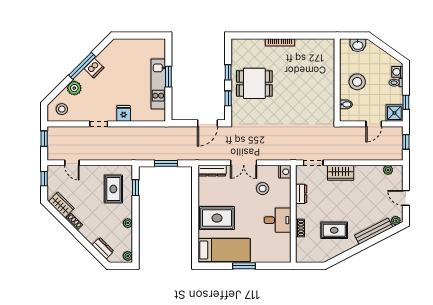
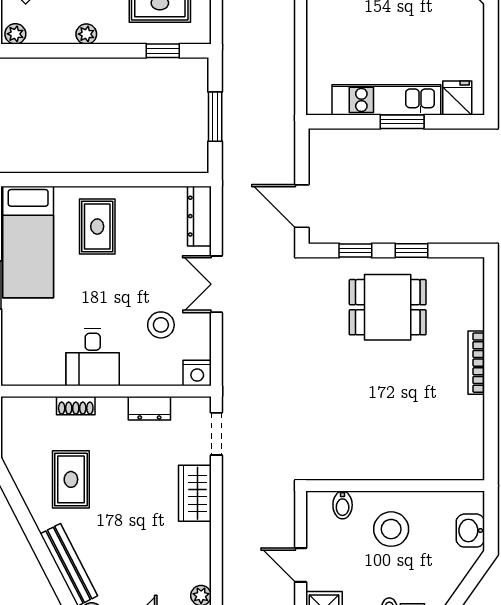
dining table: (254, 83) -> (388, 307), turned 90
fridge: (124, 113) -> (457, 98), moved, turned -90
rug: (217, 218) -> (97, 227), width x0.73, depth x0.70

